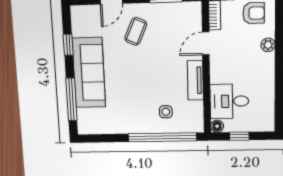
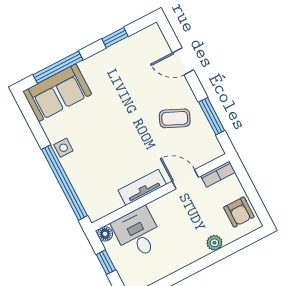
coffee table: (136, 31) -> (175, 118), moved
sofa: (89, 73) -> (57, 93), moved, width x0.73
side table: (166, 112) -> (63, 148), moved

